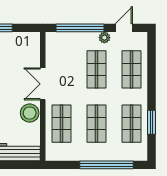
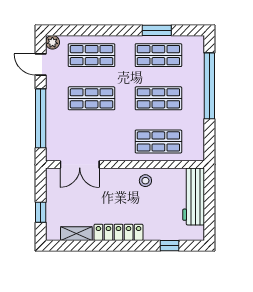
plant: (104, 38) -> (52, 42), moved
double door: (43, 84) -> (80, 165), moved
stool: (30, 113) -> (145, 181), width x0.53, depth x0.53

